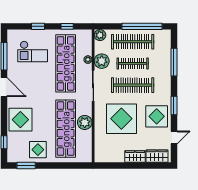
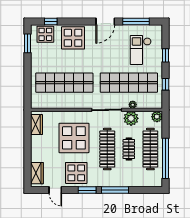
window: (174, 62) -> (115, 190), moved
clothes rail: (133, 63) -> (129, 149), width x0.73
plant: (85, 122) -> (70, 102), removed
display table: (38, 150) -> (45, 34), moved
wardrobe: (135, 157) -> (36, 125), moved

